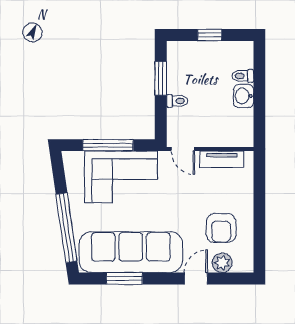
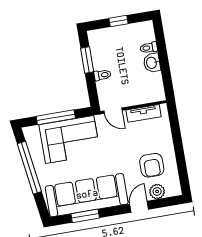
window: (66, 228) -> (29, 168), moved

